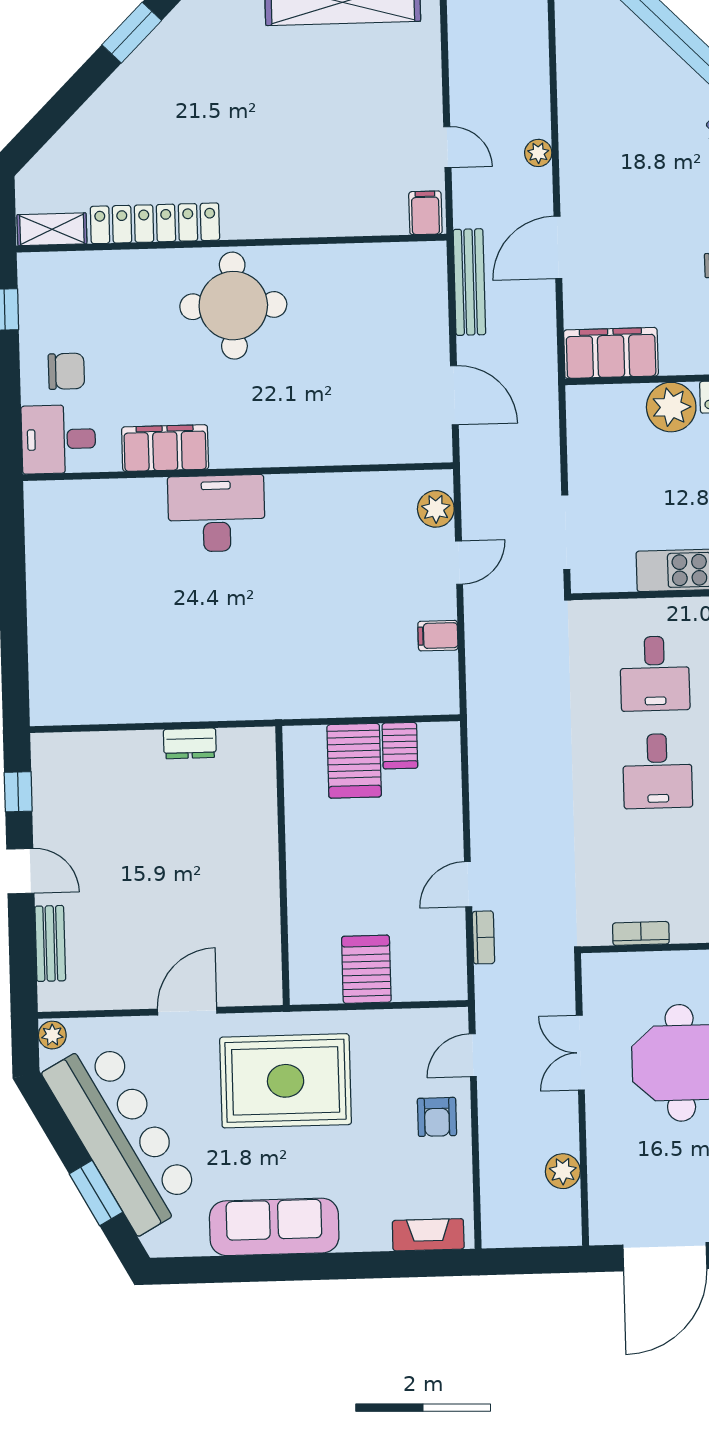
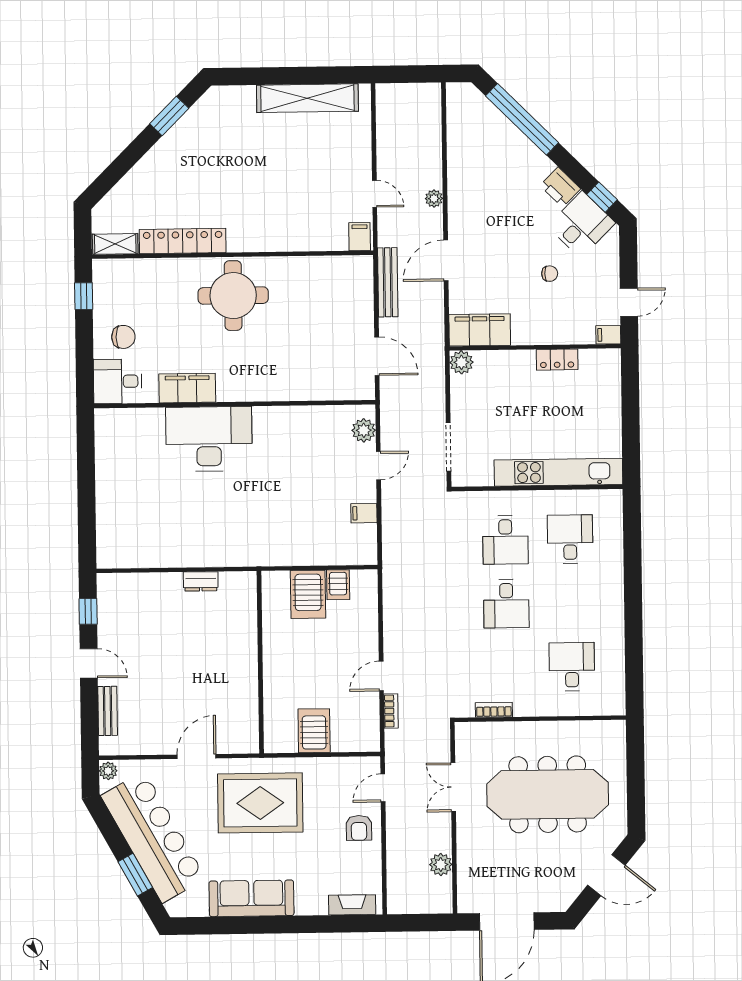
plant: (671, 407) -> (461, 362), moved, width x0.73, depth x0.73
desk: (216, 513) -> (209, 439), width x1.36, depth x1.30

